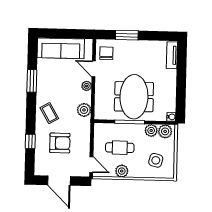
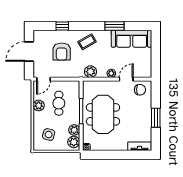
window: (127, 35) -> (156, 118), moved
sofa: (61, 48) -> (132, 39), moved, turned -90
meeting table: (134, 97) -> (103, 114), turned 90

